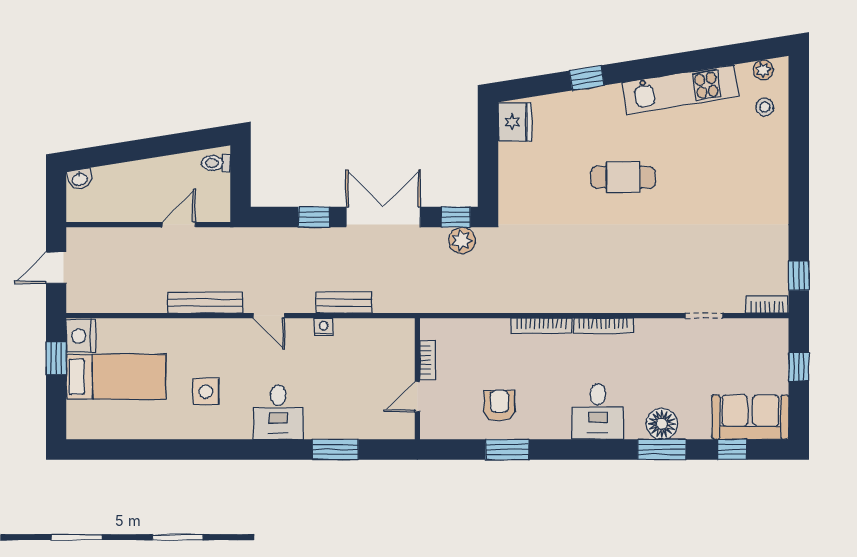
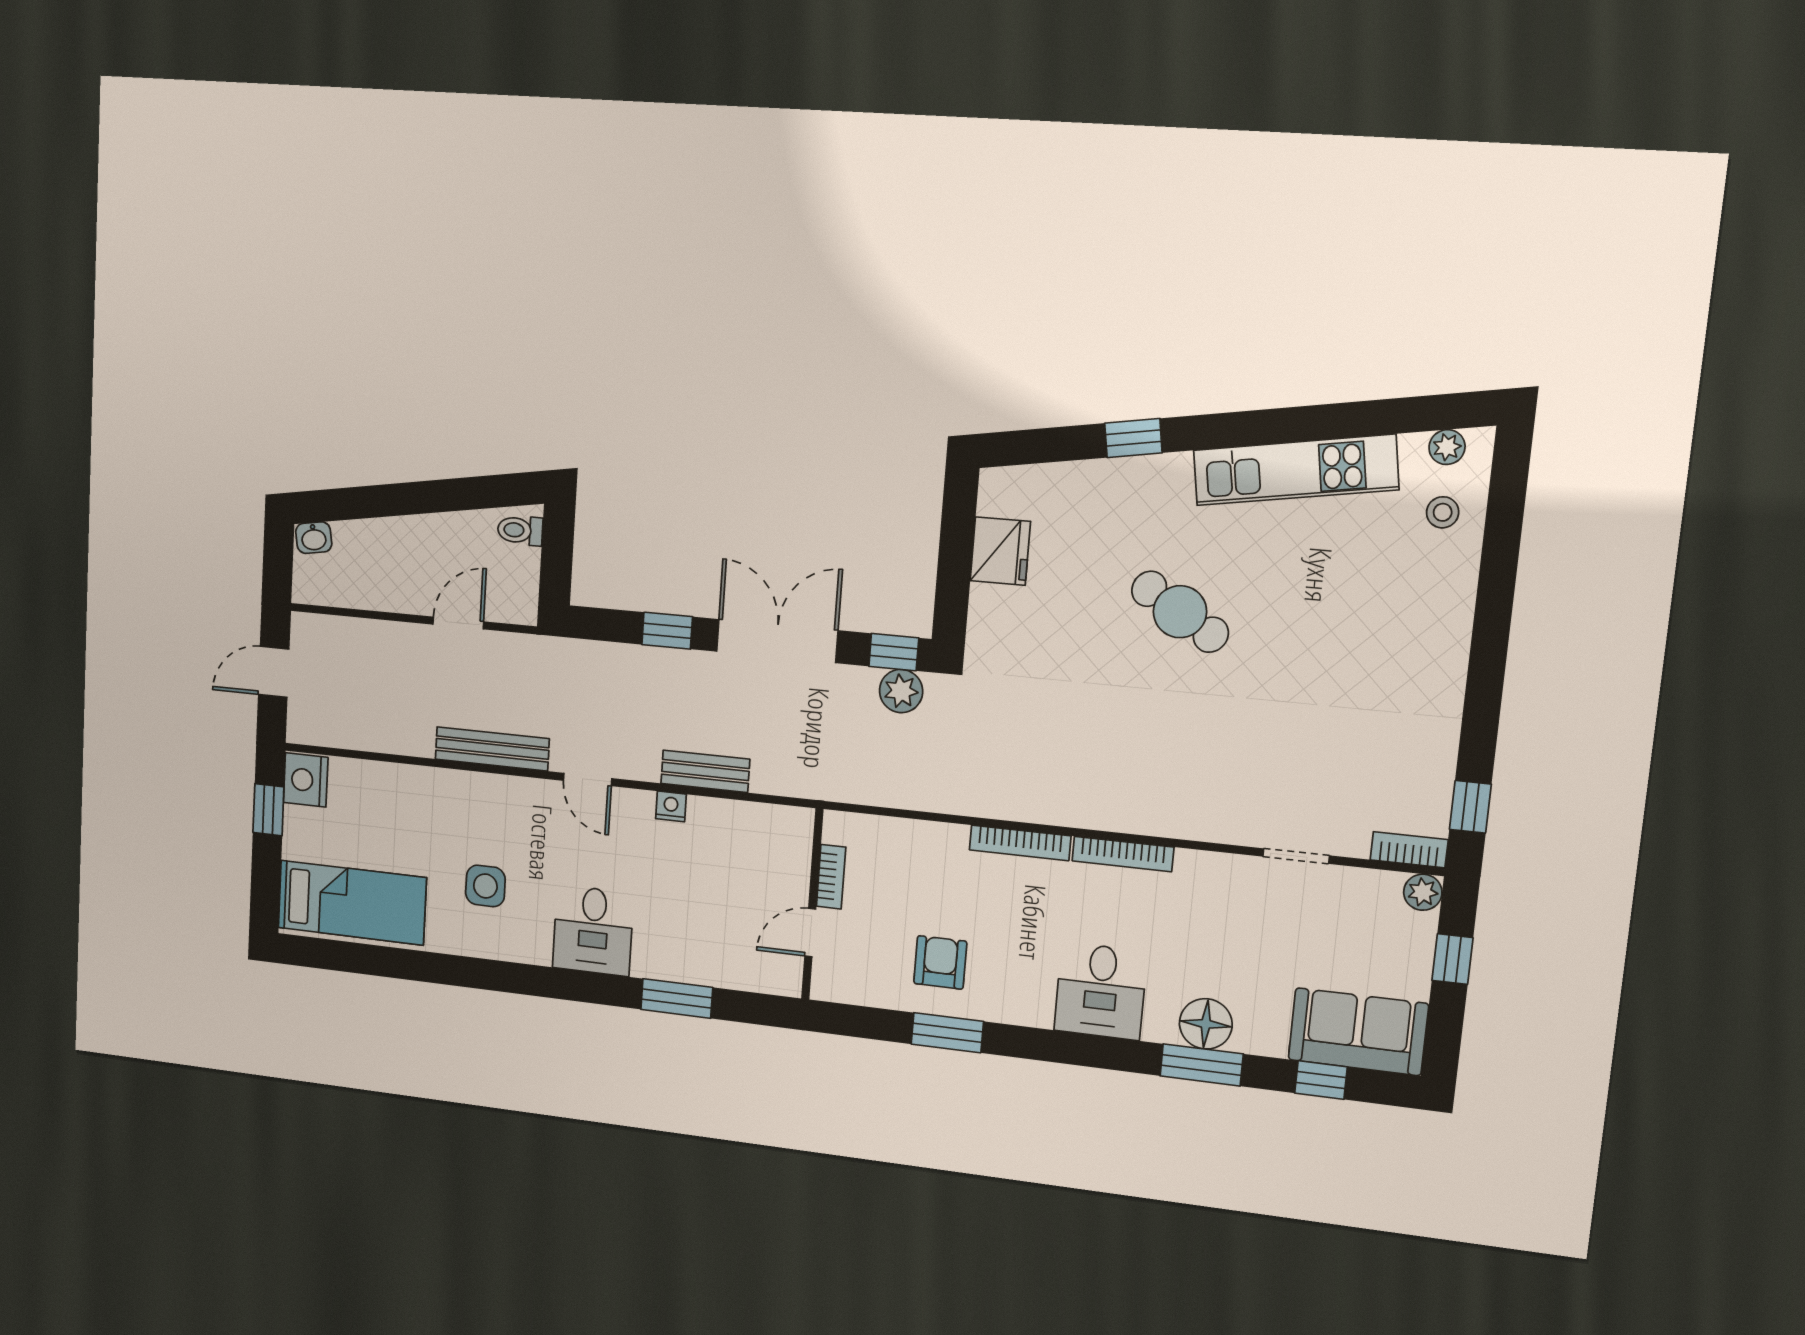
fridge: (515, 122) -> (1000, 551), moved
cafe table: (623, 177) -> (1180, 612), turned 32
plant: (778, 329) -> (1423, 892), added
bed: (116, 377) -> (352, 903), moved

